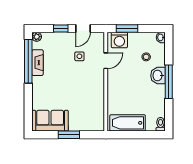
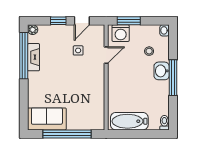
window: (69, 135) -> (67, 134), width x2.11

